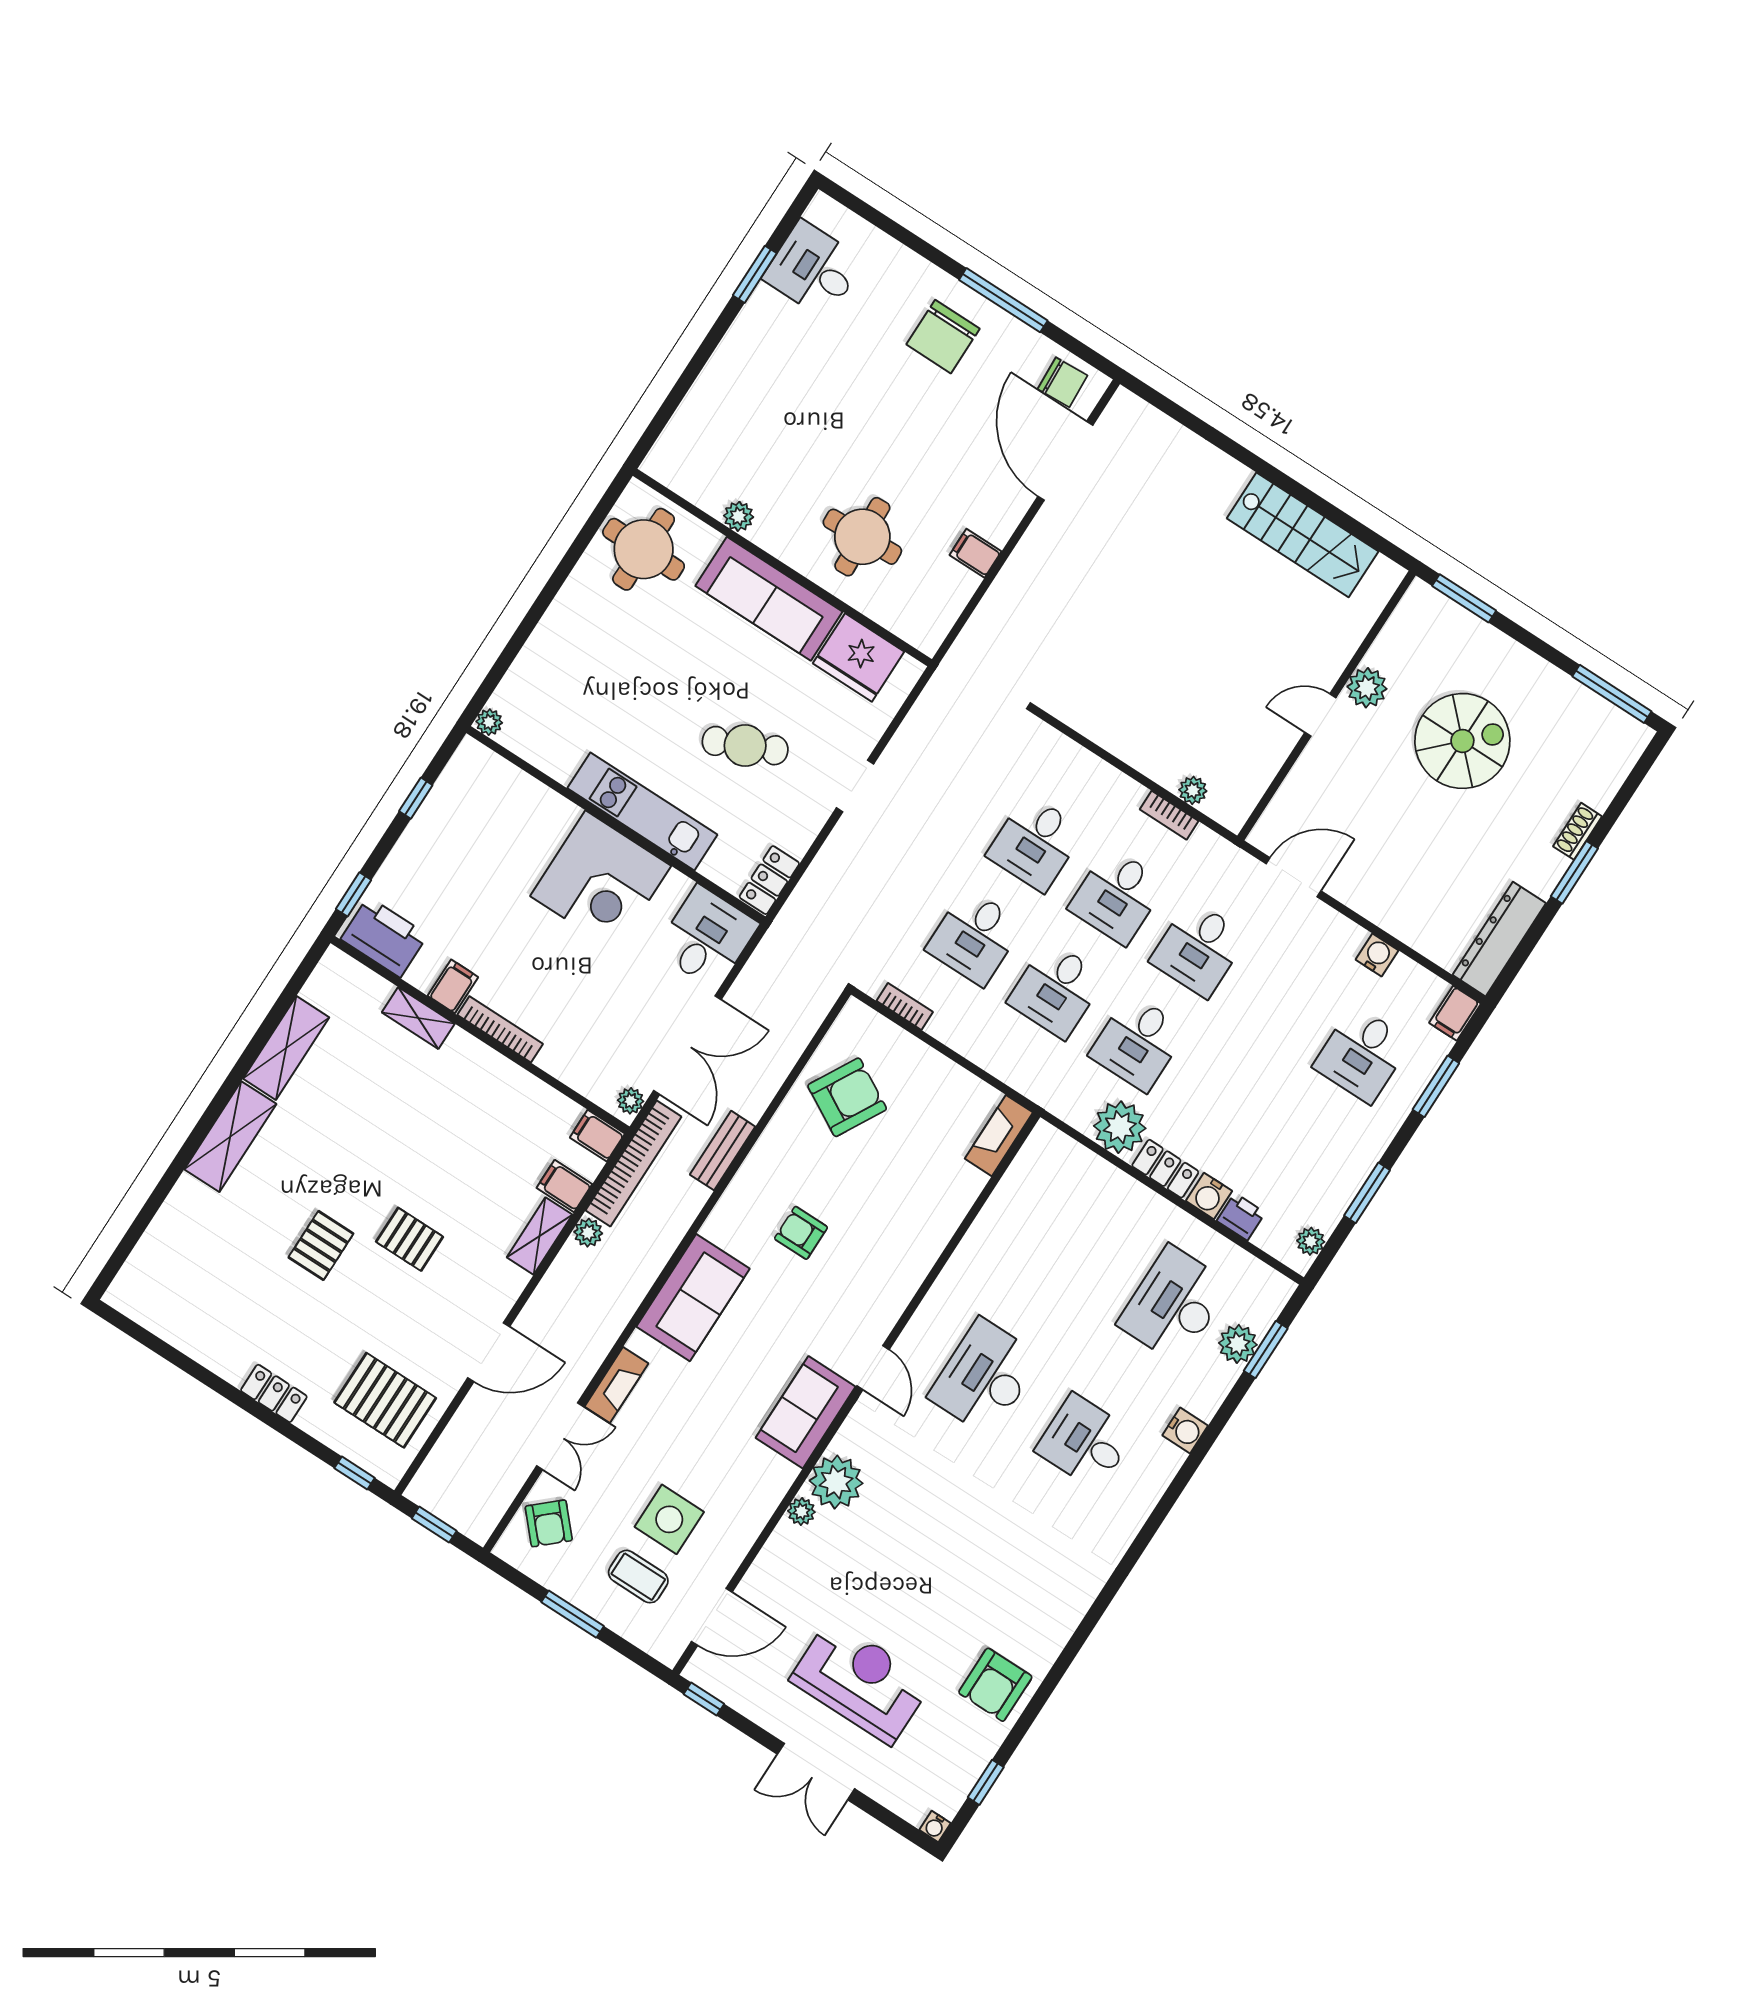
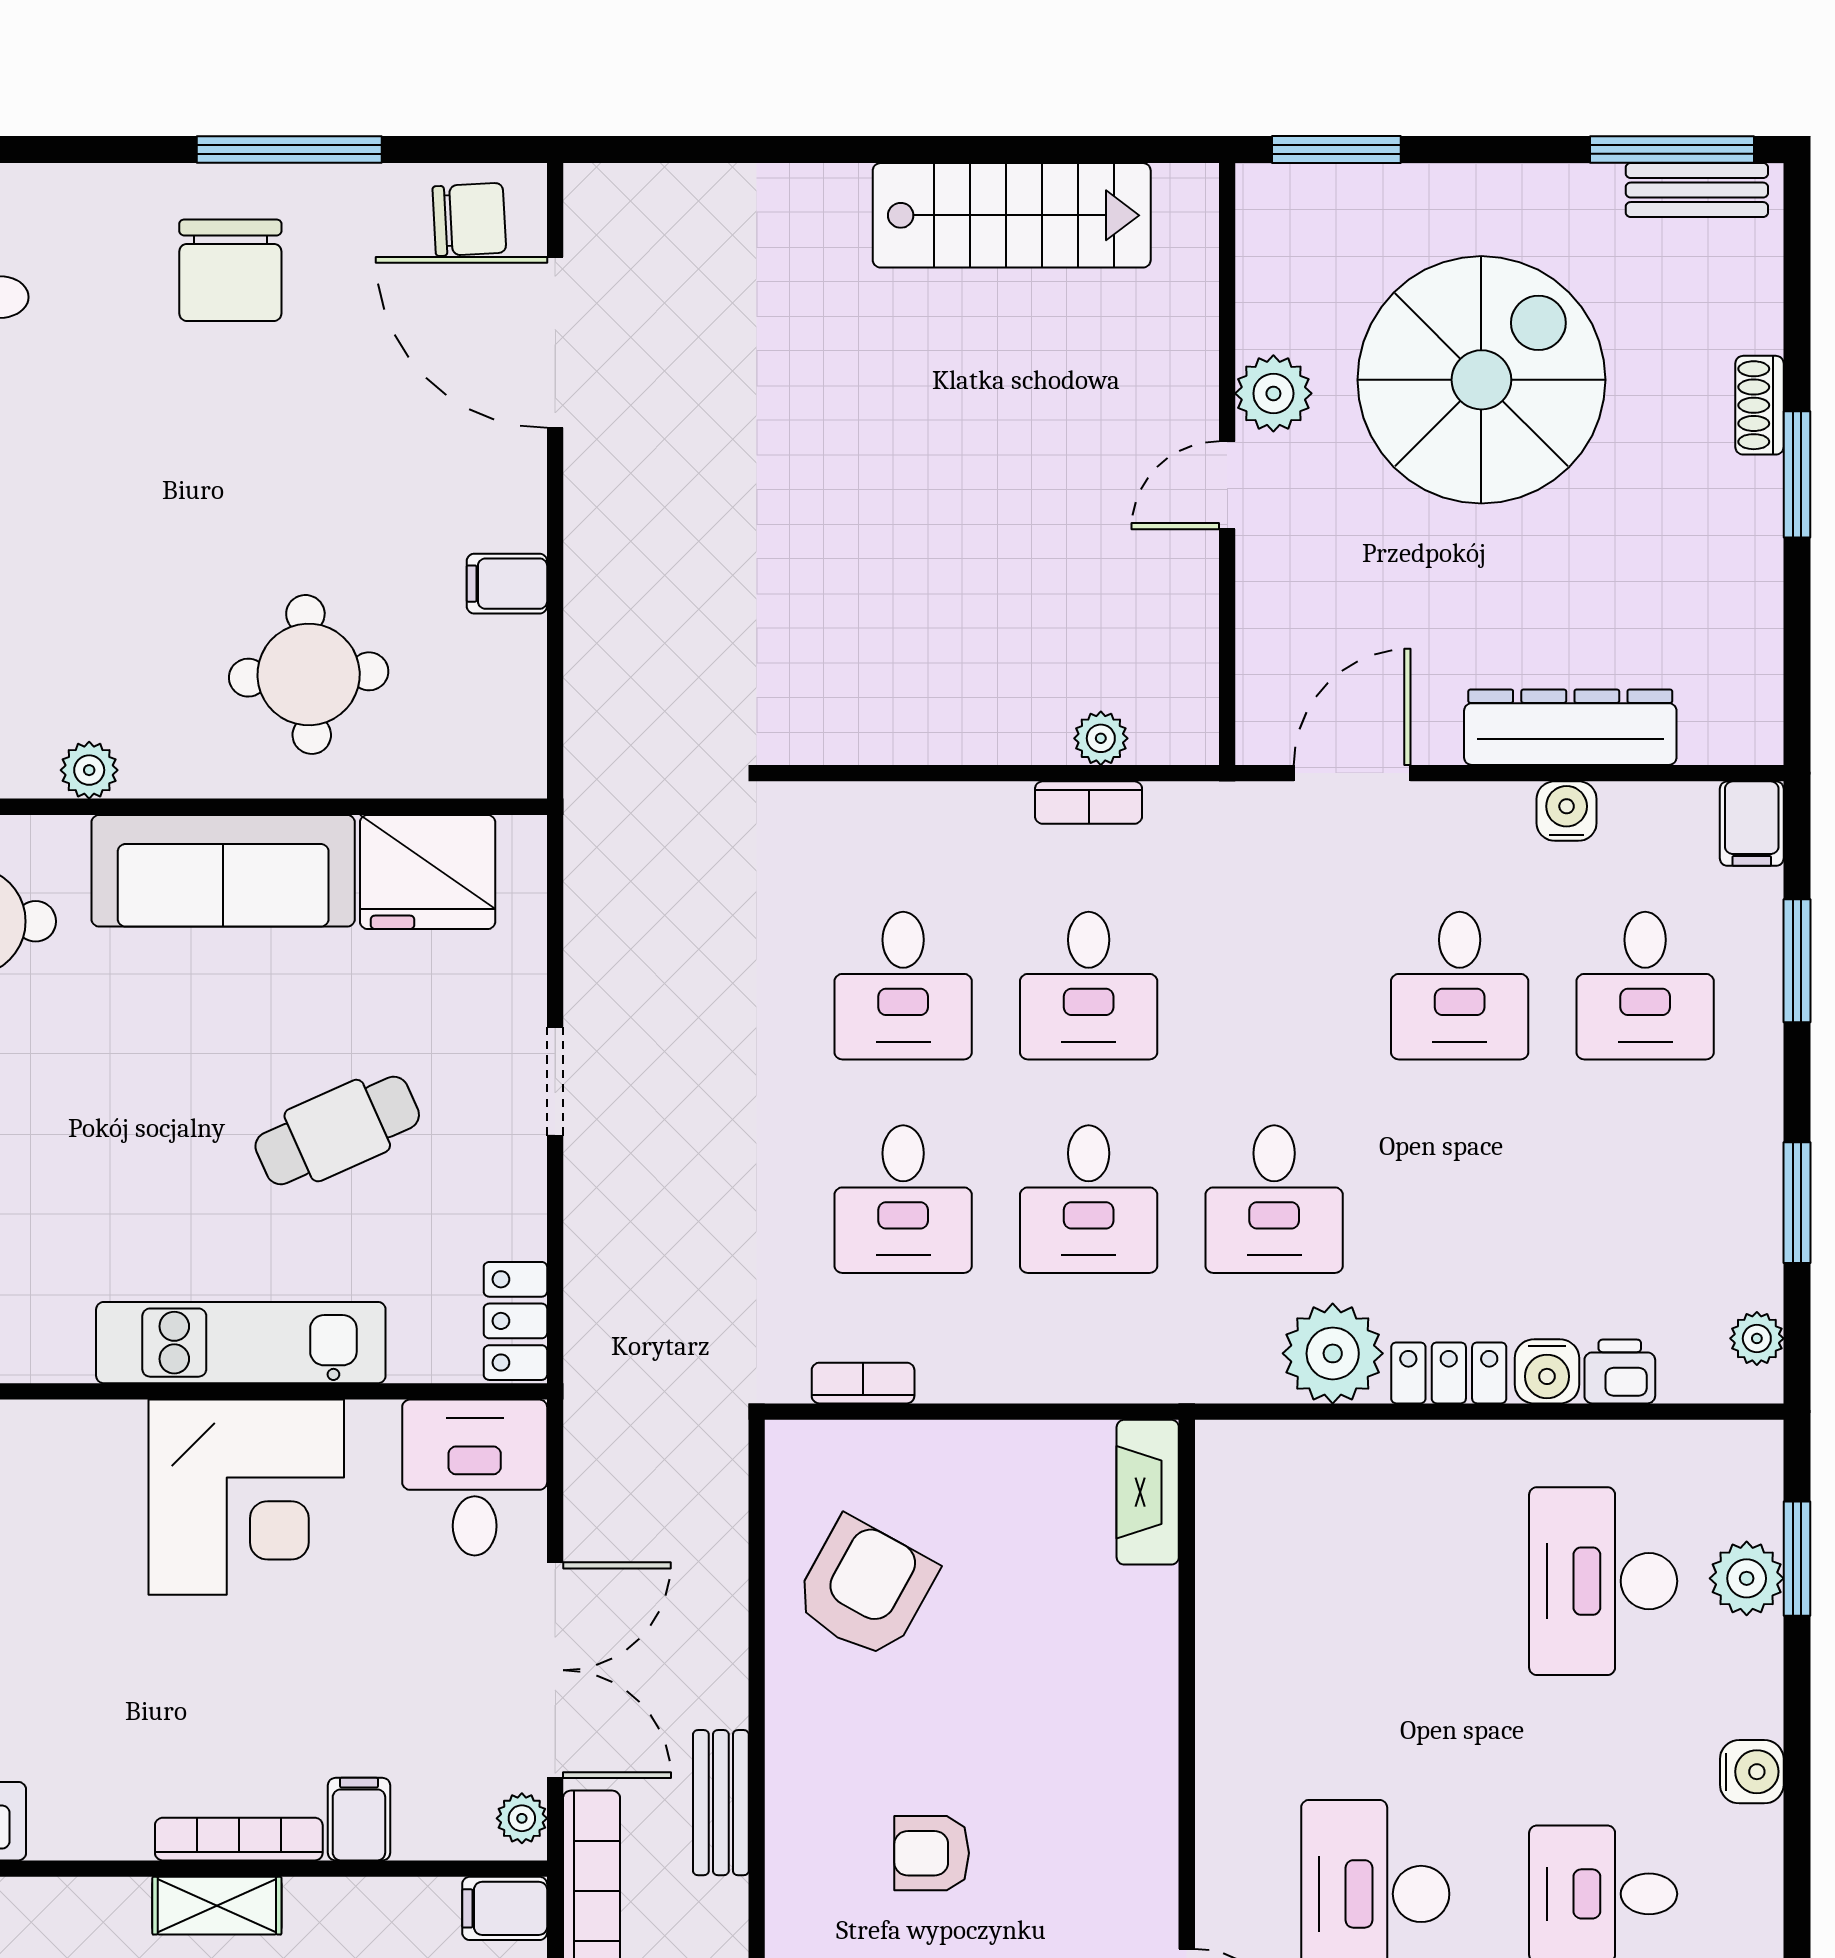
bench: (1611, 719) -> (1697, 190), added
spiral stairs: (1462, 741) -> (1481, 380), width x1.37, depth x1.37
dresser: (1499, 939) -> (1570, 727), moved, turned 90
desk: (1199, 949) -> (1460, 986), moved
filing cabinet: (453, 986) -> (359, 1819), moved
shelving: (418, 1018) -> (217, 1906), moved

